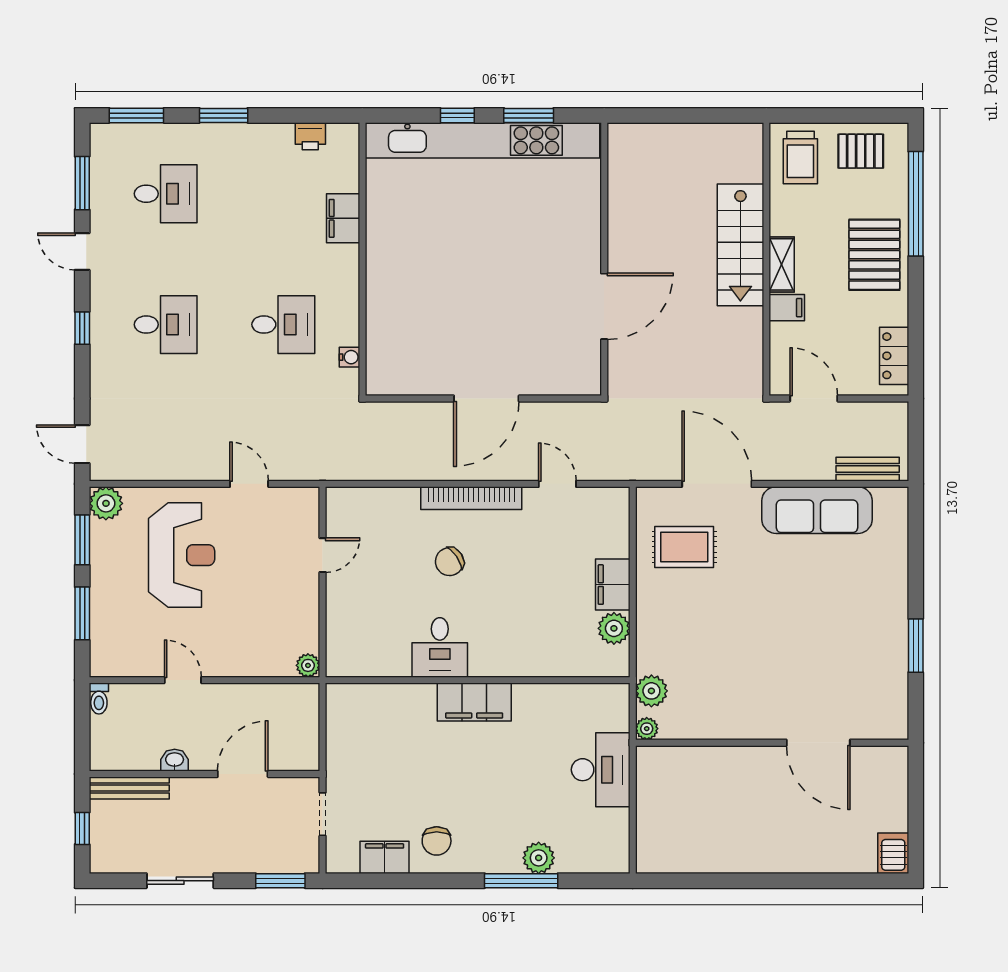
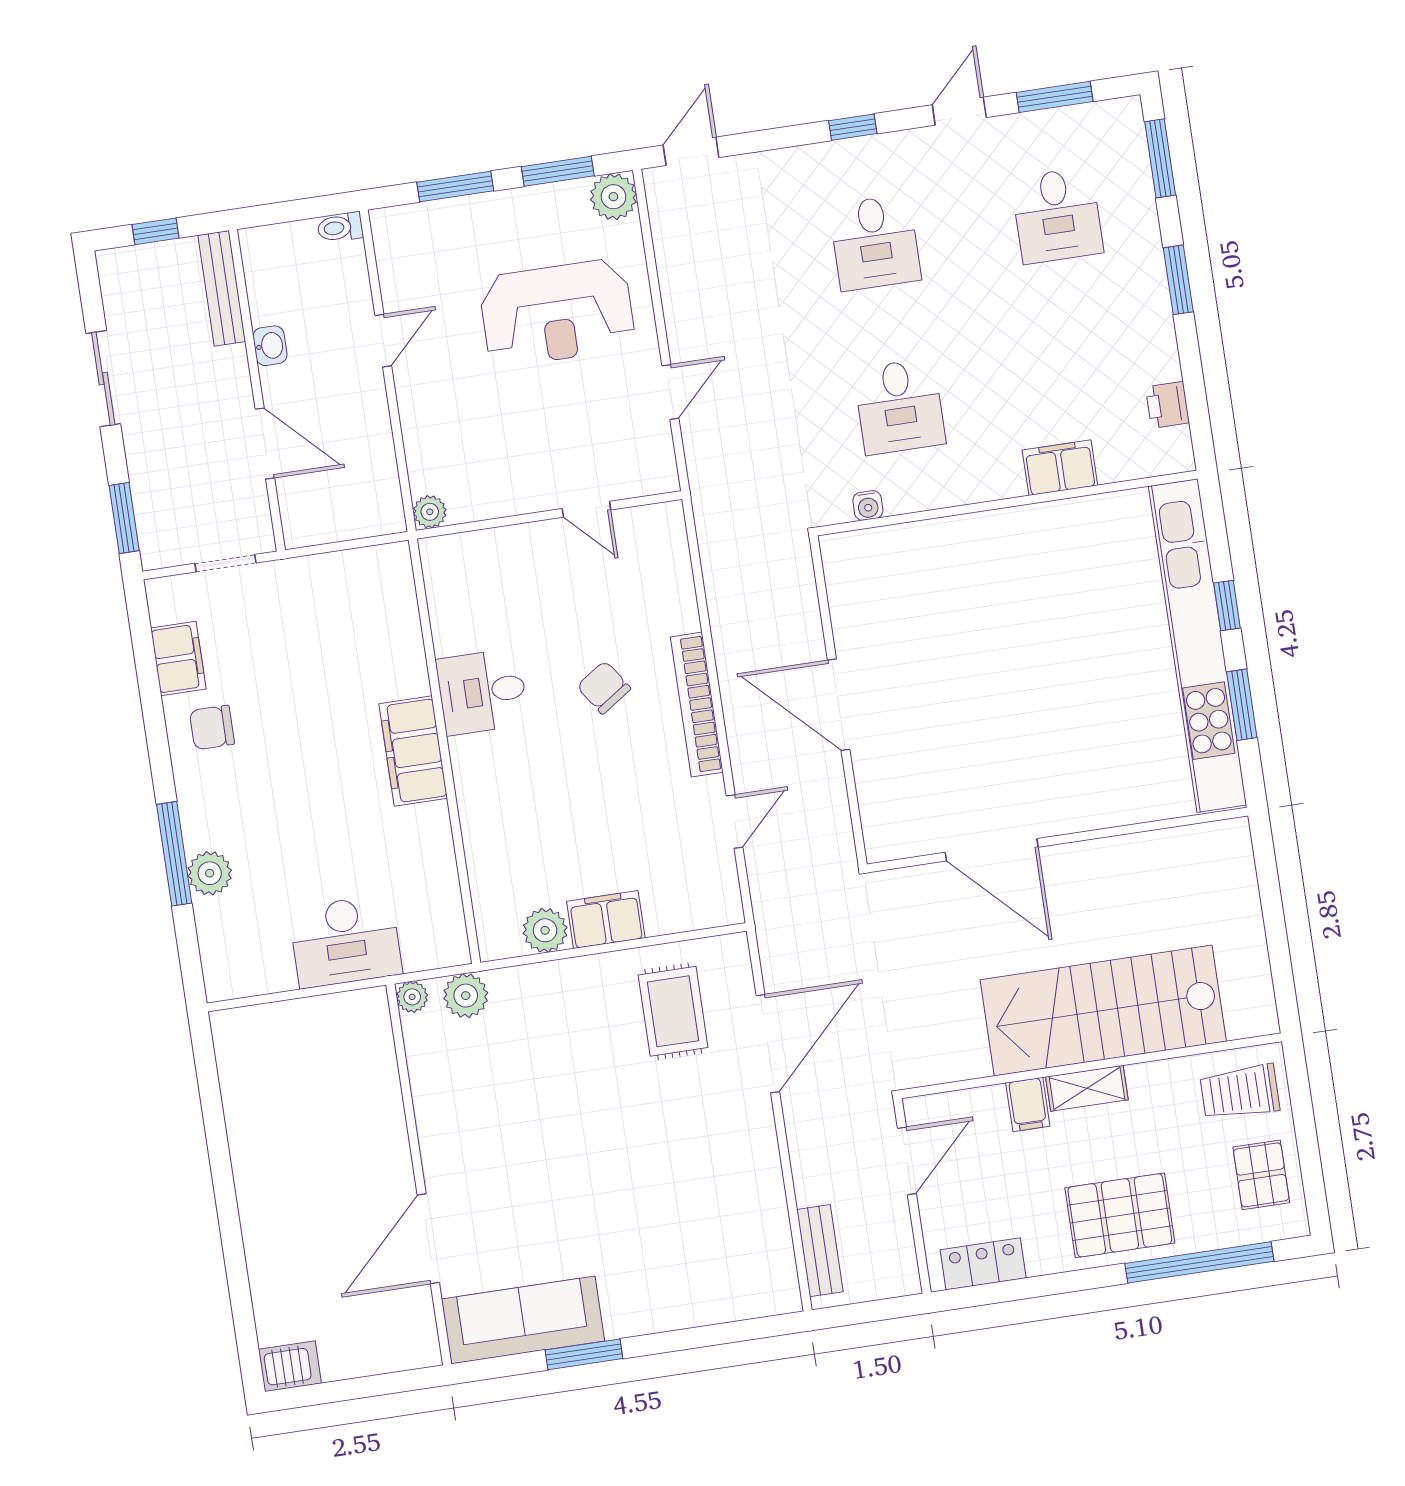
stairs: (740, 245) -> (1103, 1011), width x1.36, depth x1.51
sofa: (817, 510) -> (523, 1320), moved, turned 90

